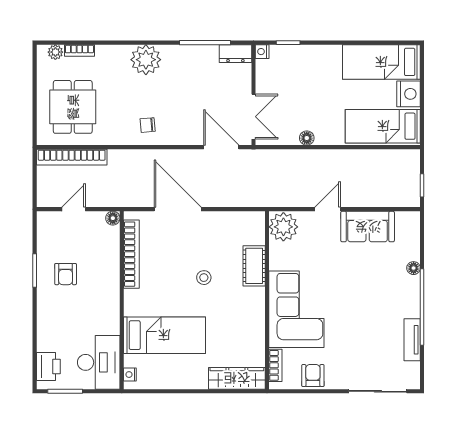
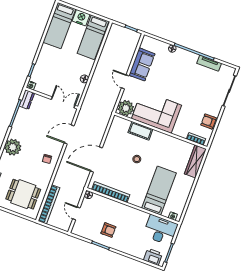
door: (221, 147) -> (69, 134), moved
corner sofa: (296, 309) -> (157, 112), moved

